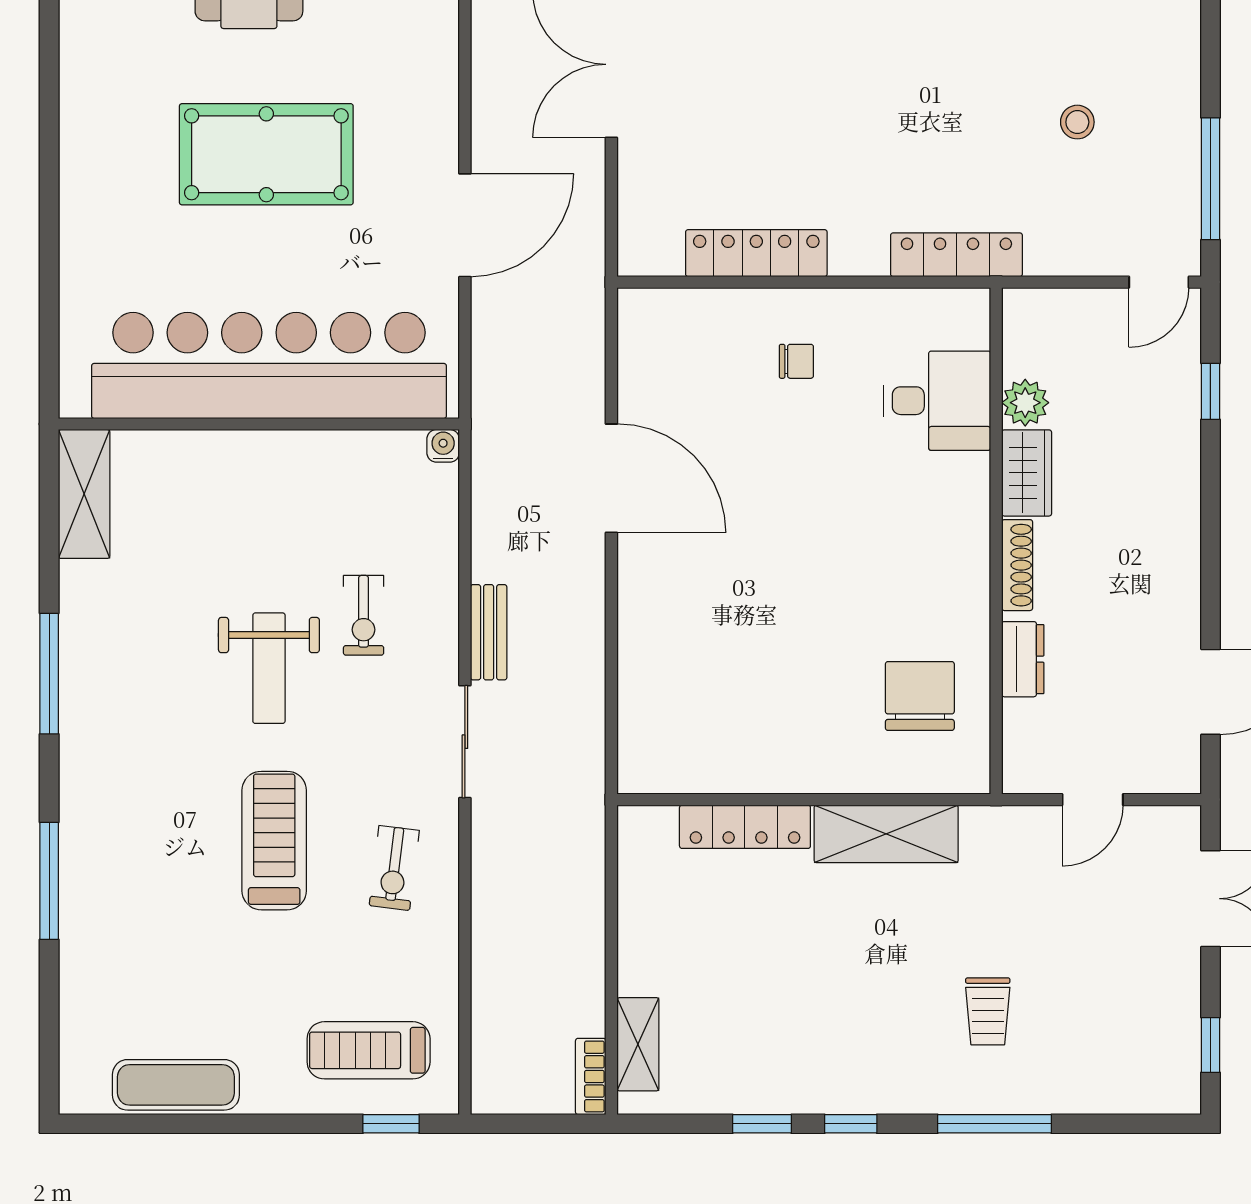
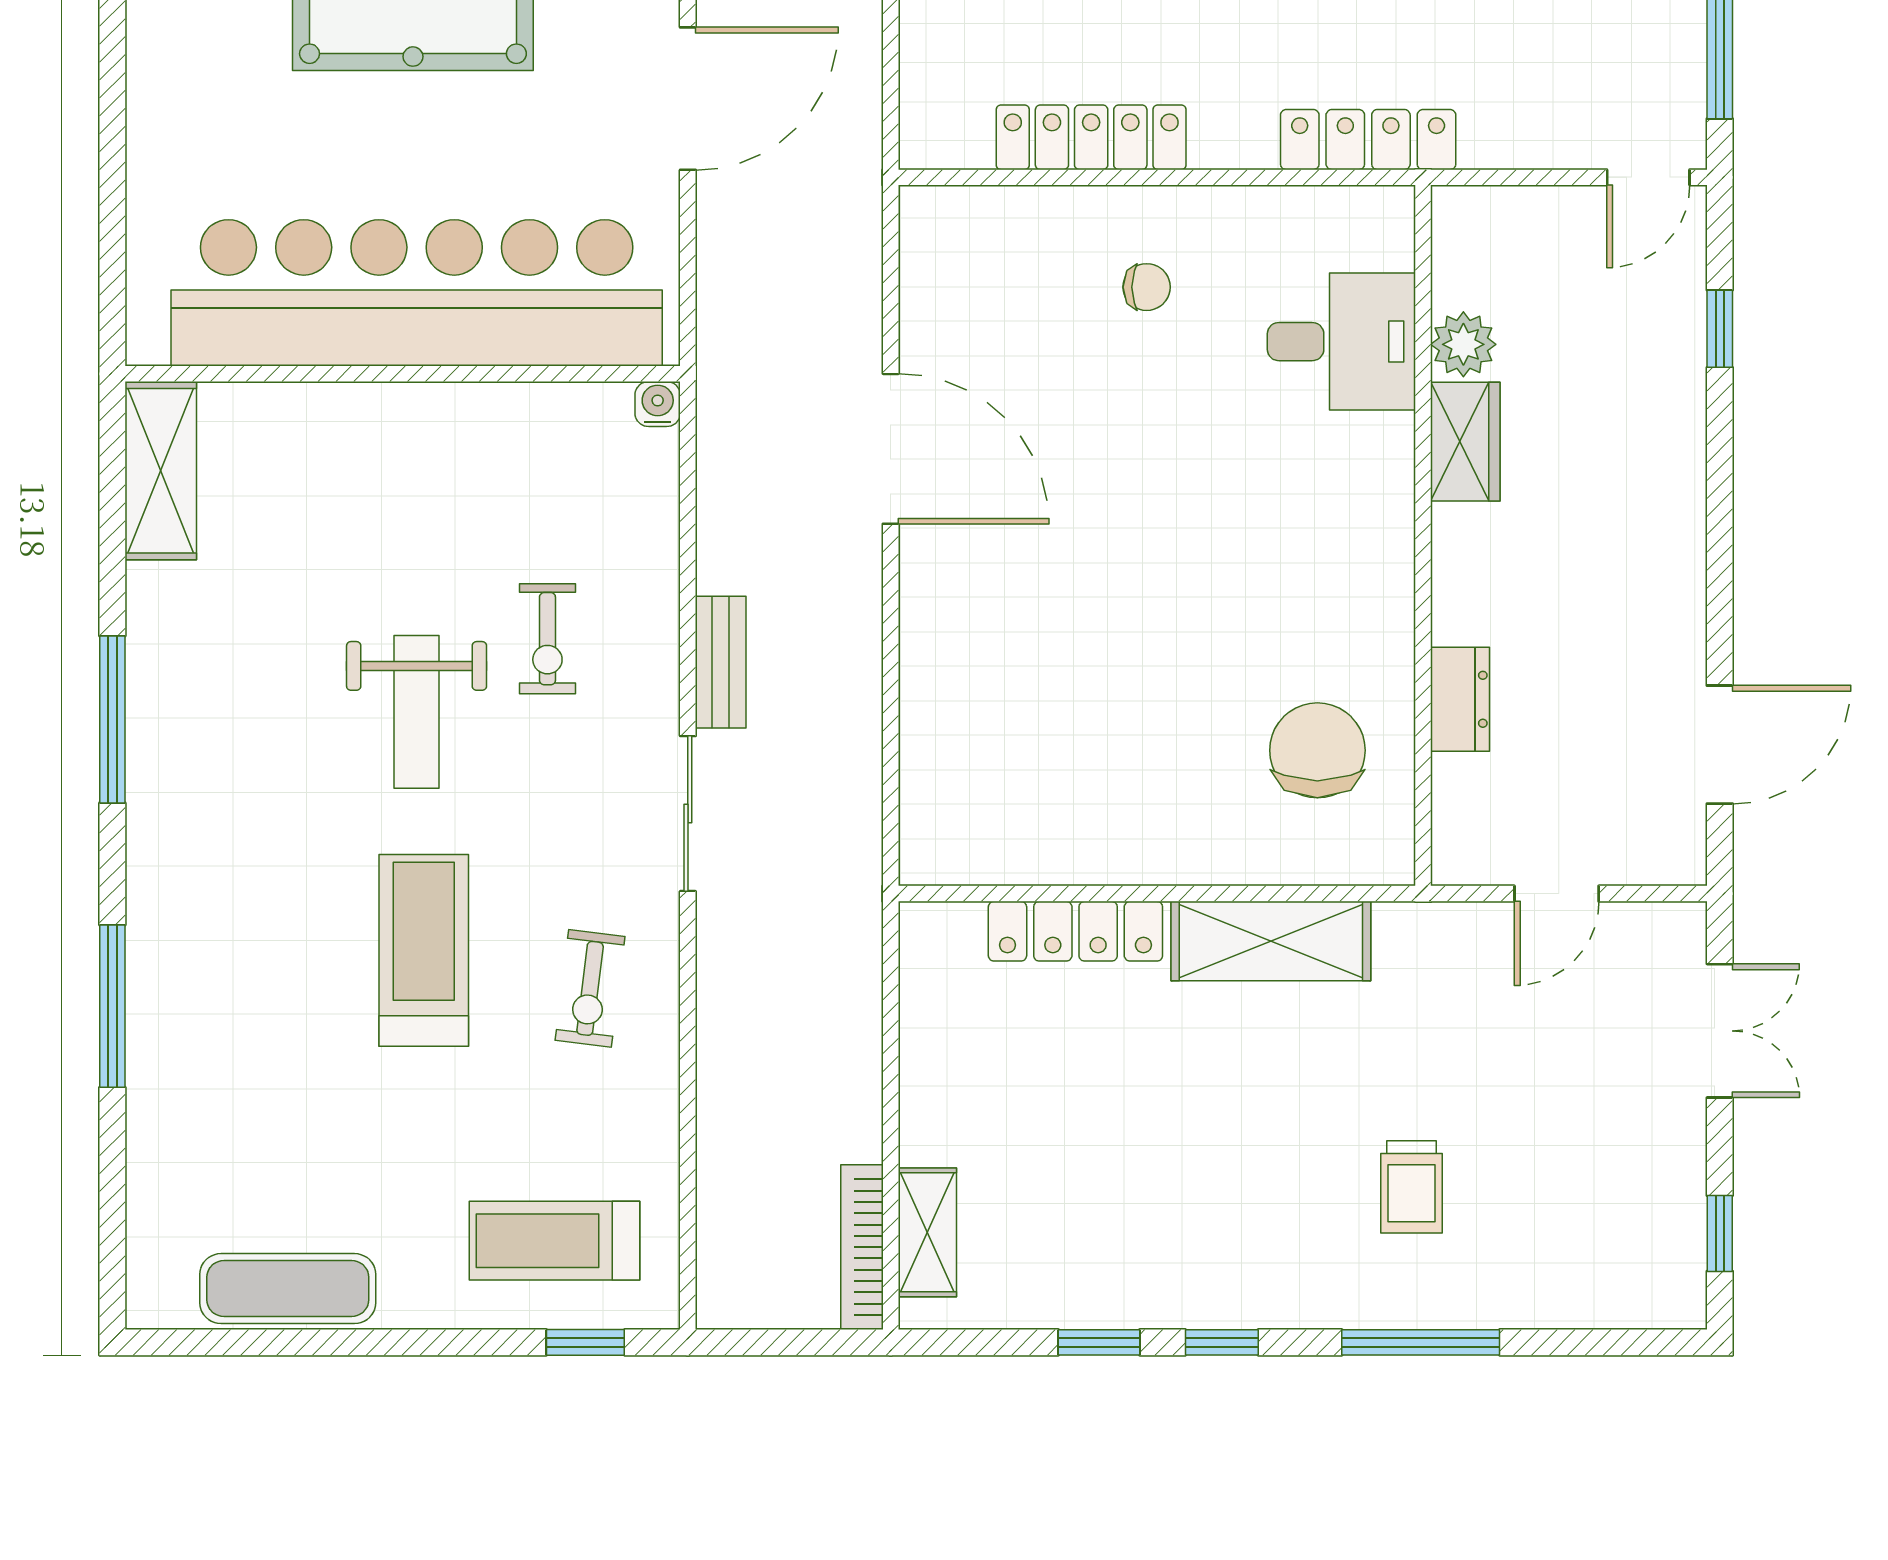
shoe rack: (1017, 565) -> (1452, 569), removed
bookcase: (591, 1076) -> (862, 1247), width x1.56

